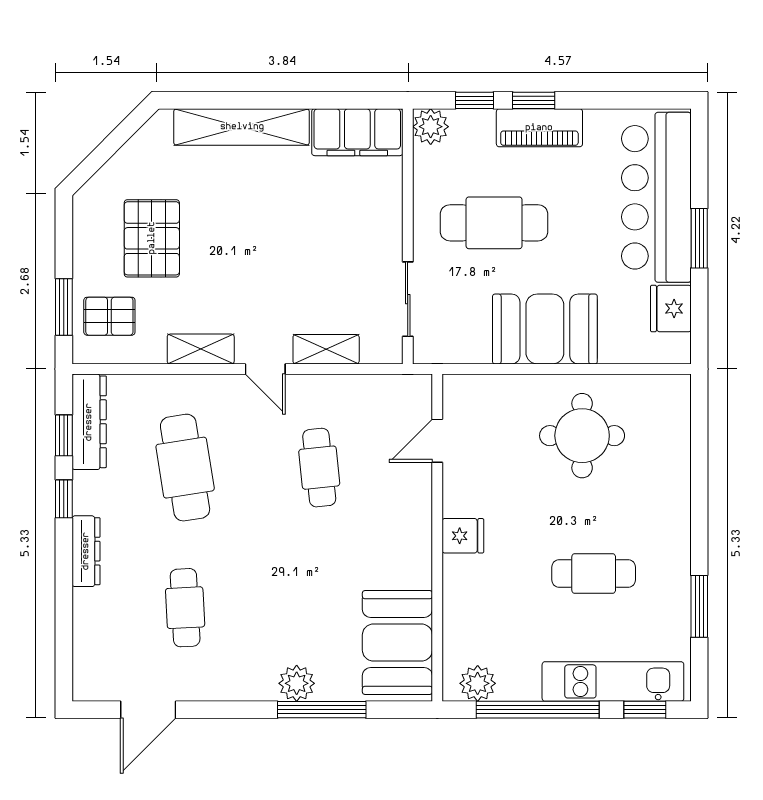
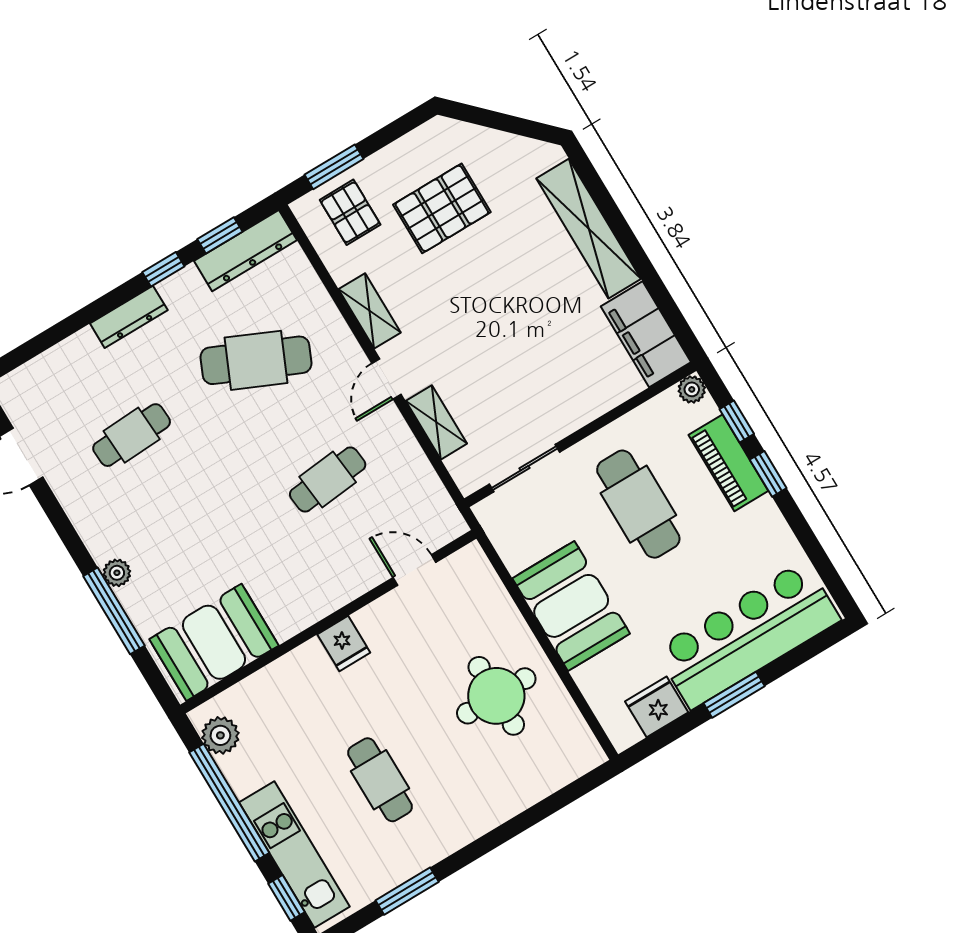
plant: (431, 127) -> (692, 389), width x0.73, depth x0.73
piano: (539, 128) -> (728, 463), moved
cafe table: (185, 468) -> (256, 360), turned 33
plant: (297, 683) -> (117, 573), width x0.73, depth x0.73

